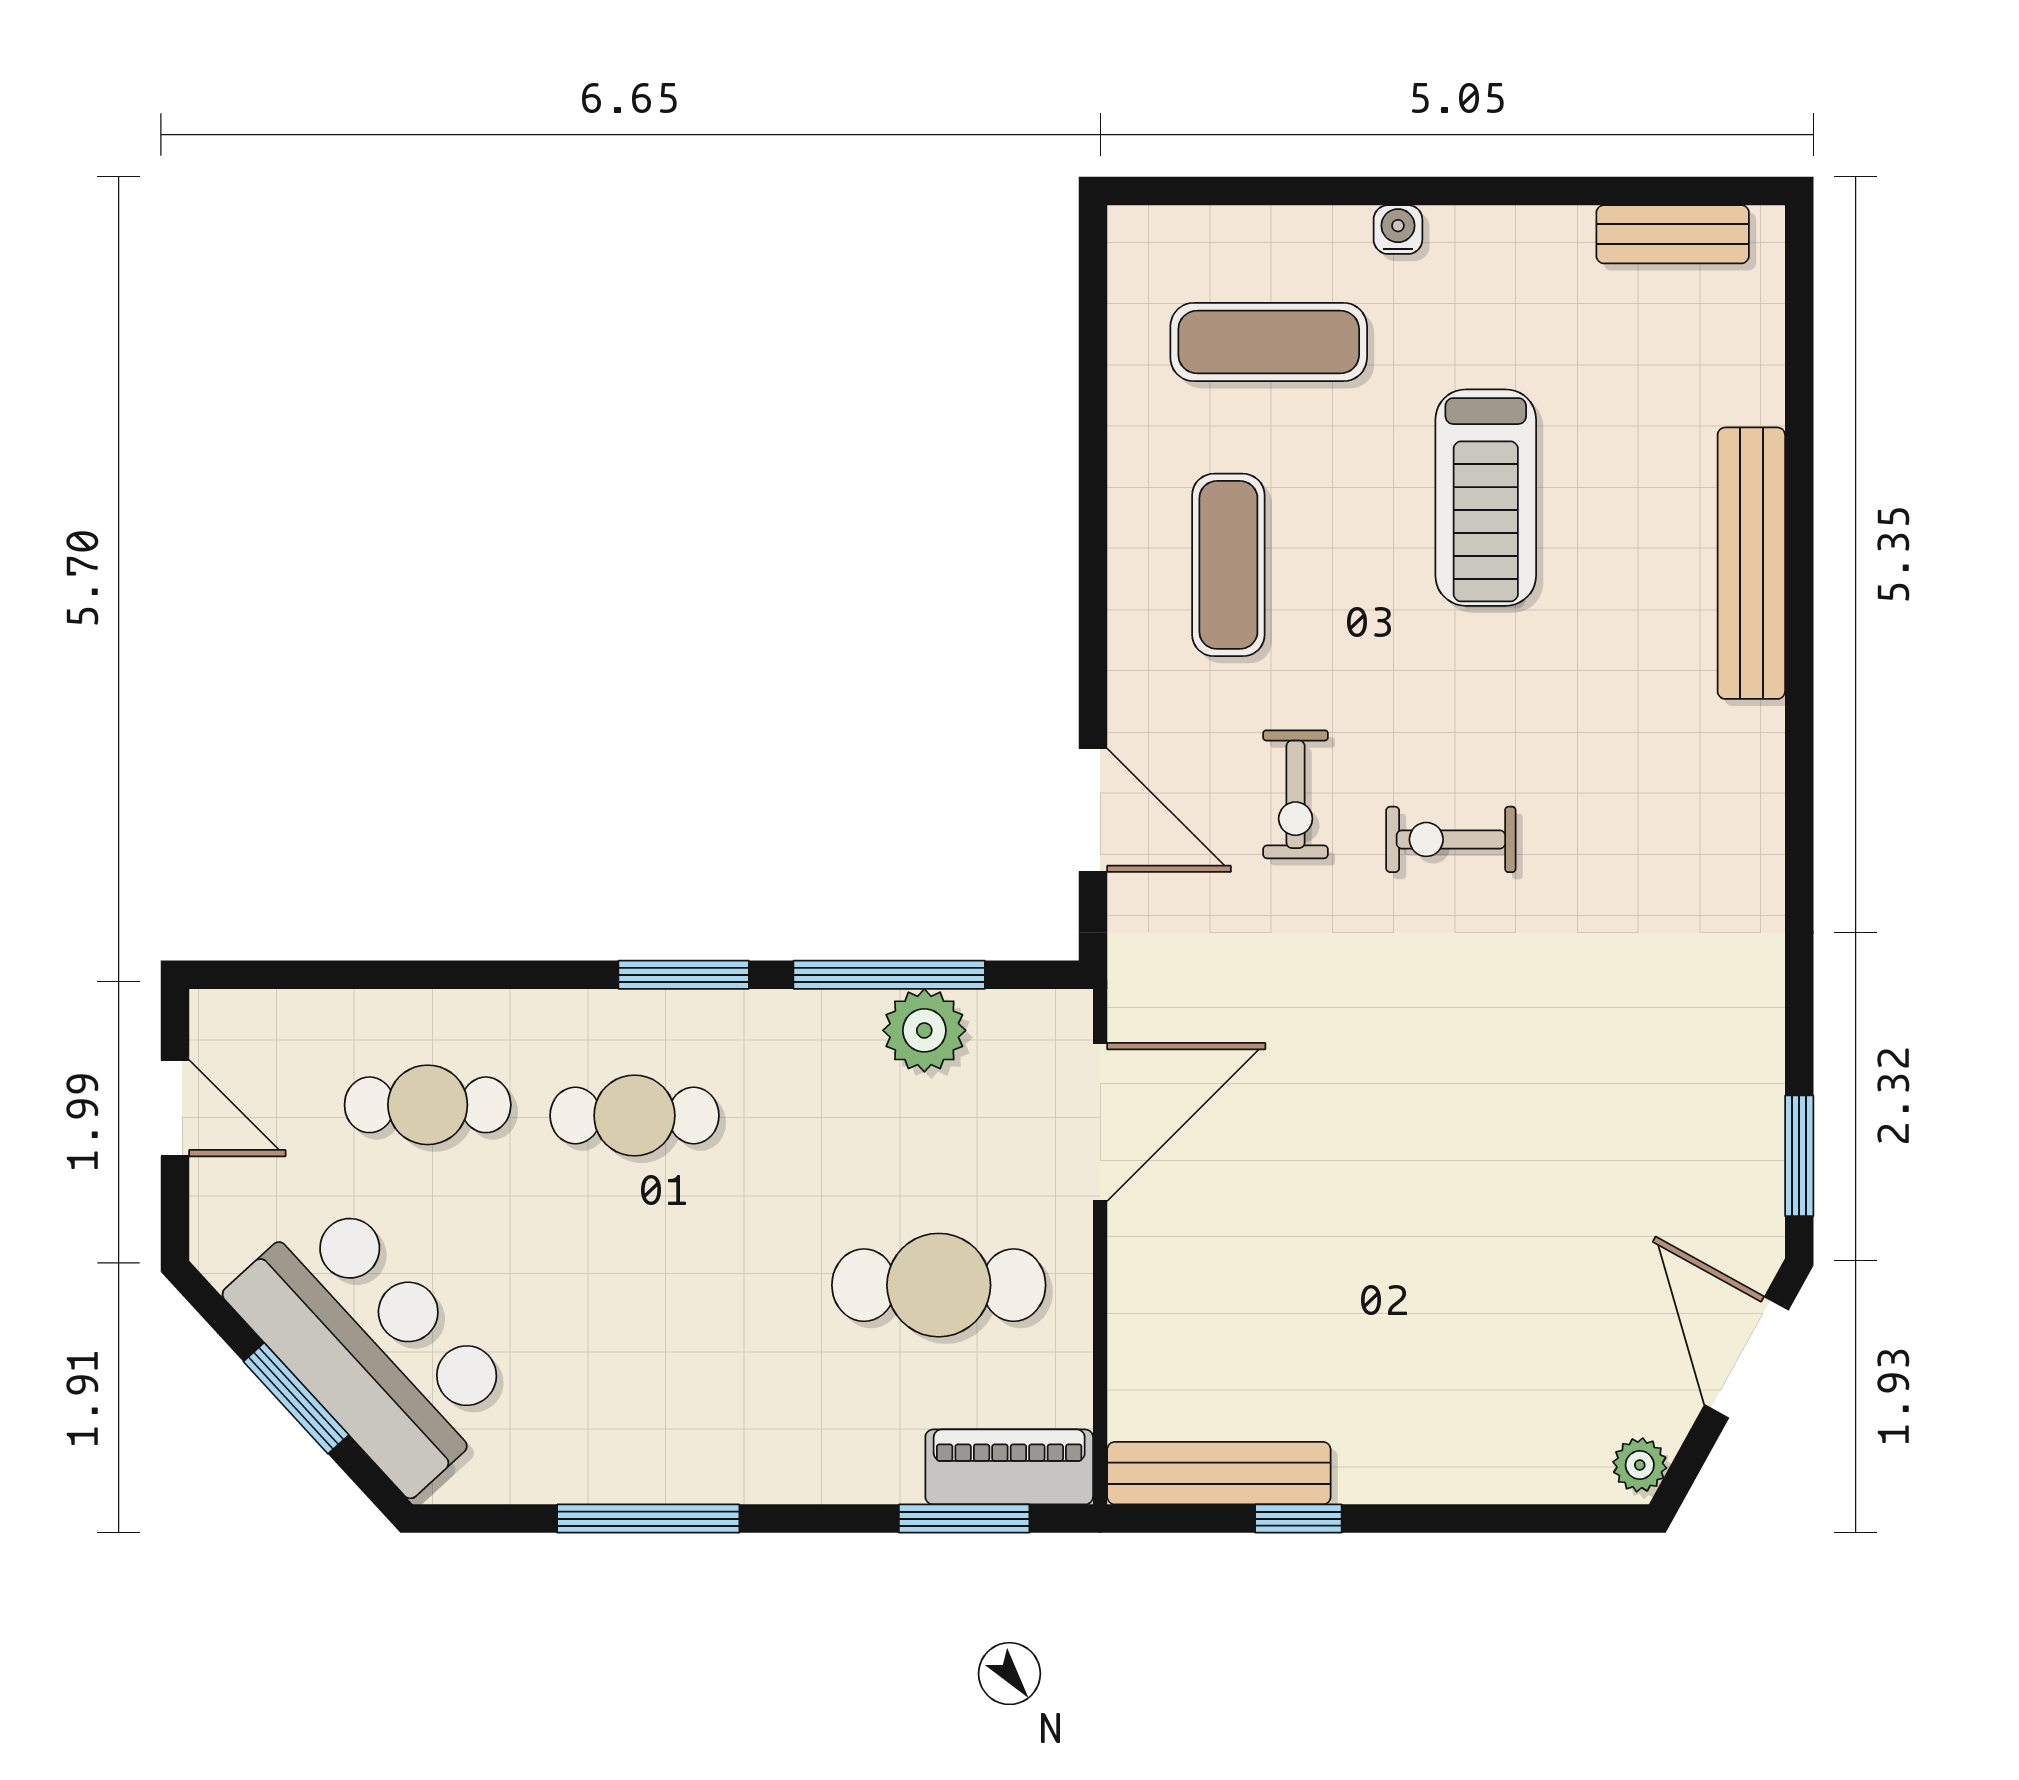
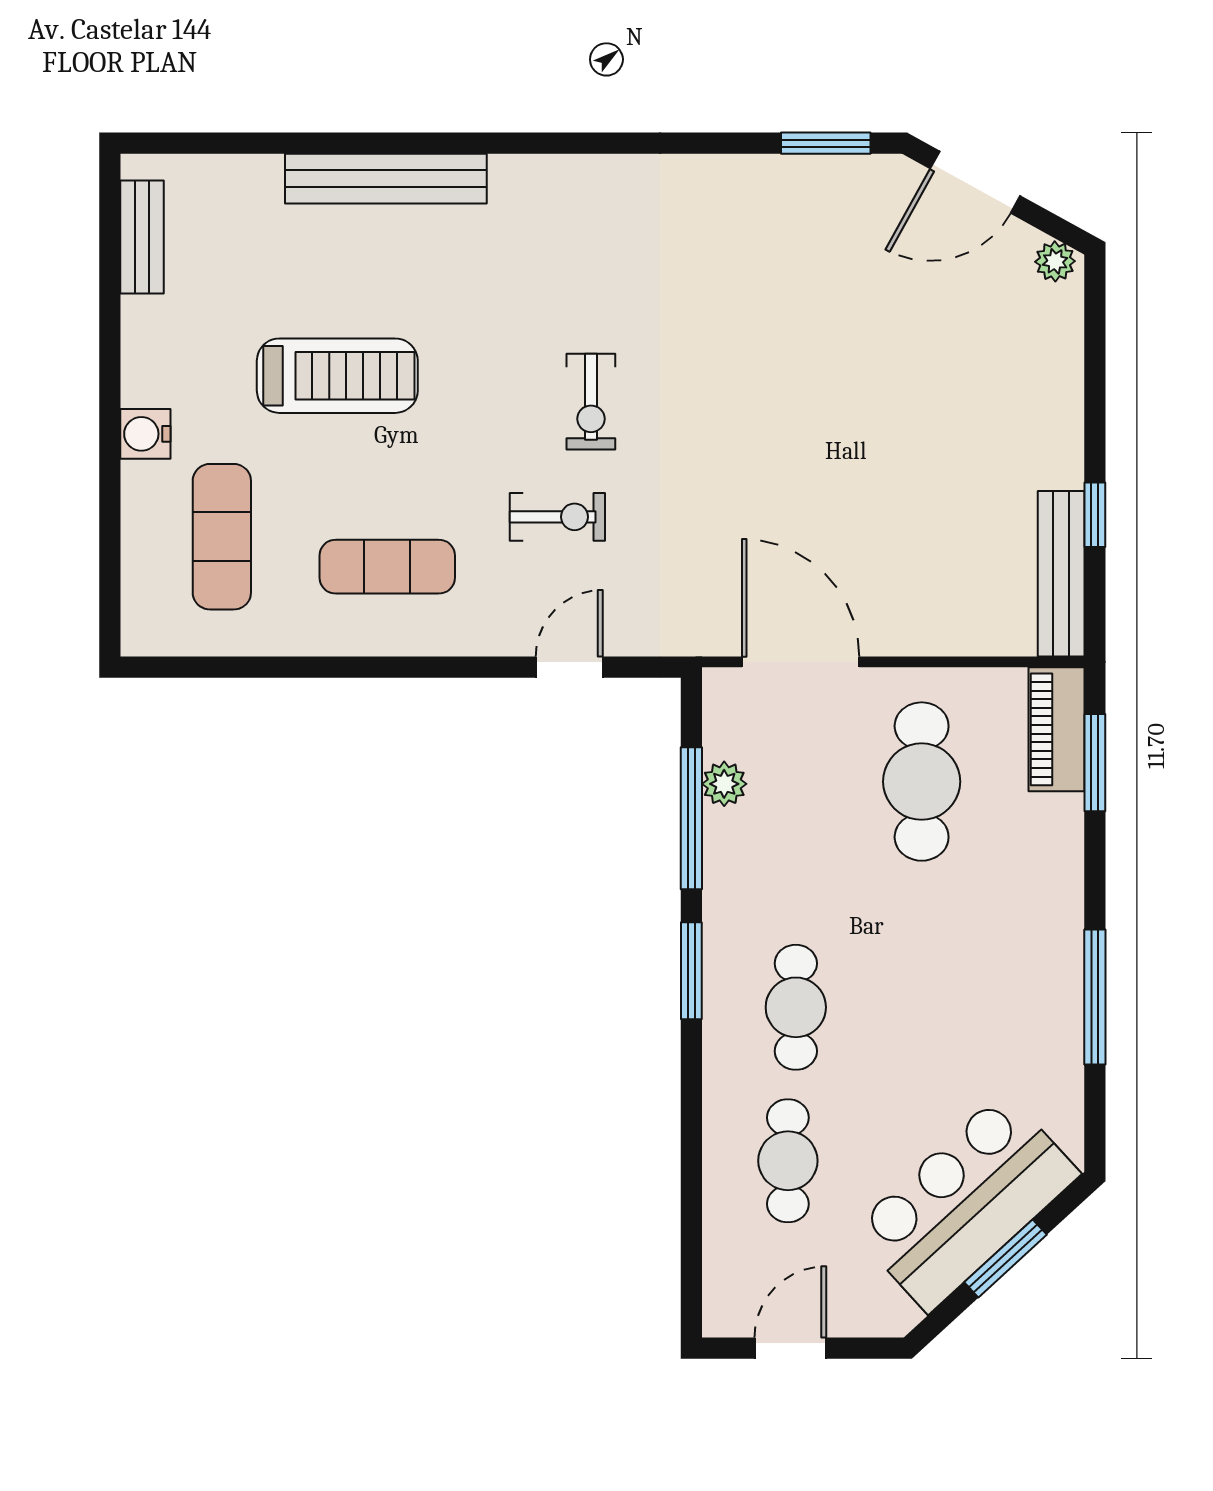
water cooler: (1398, 230) -> (145, 434), width x1.38, depth x1.38
door: (1093, 810) -> (569, 667), width x0.73
plant: (924, 1030) -> (724, 784), width x0.73, depth x0.73

